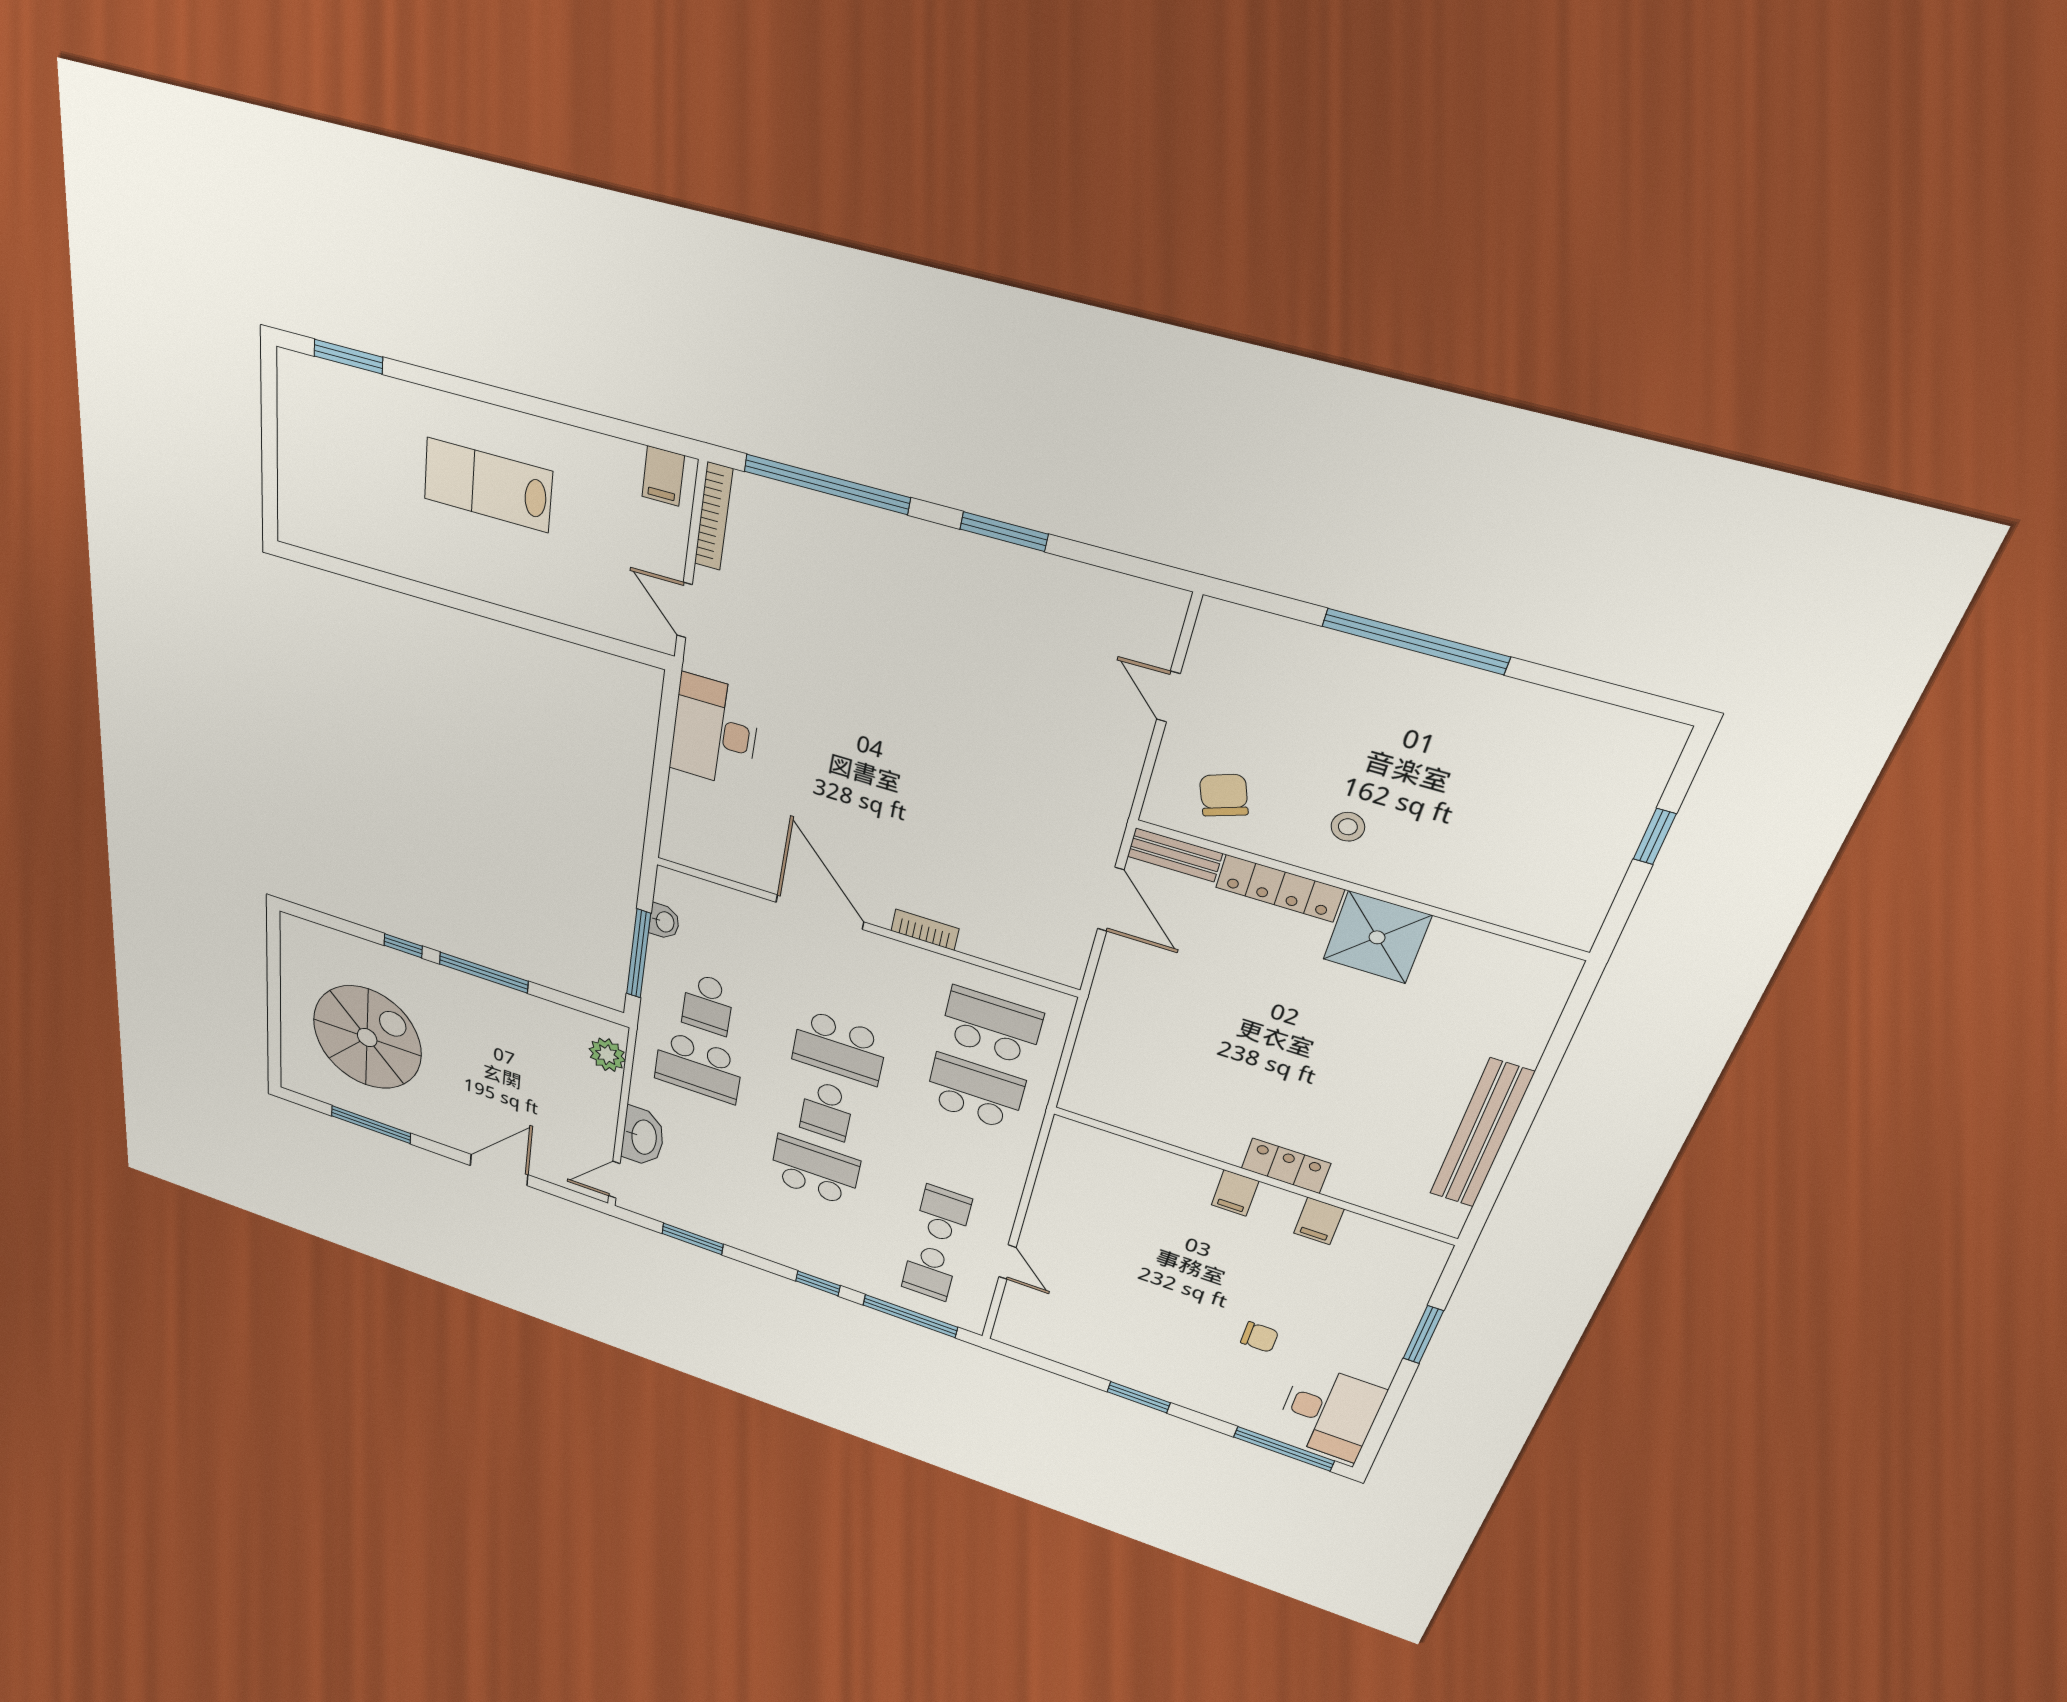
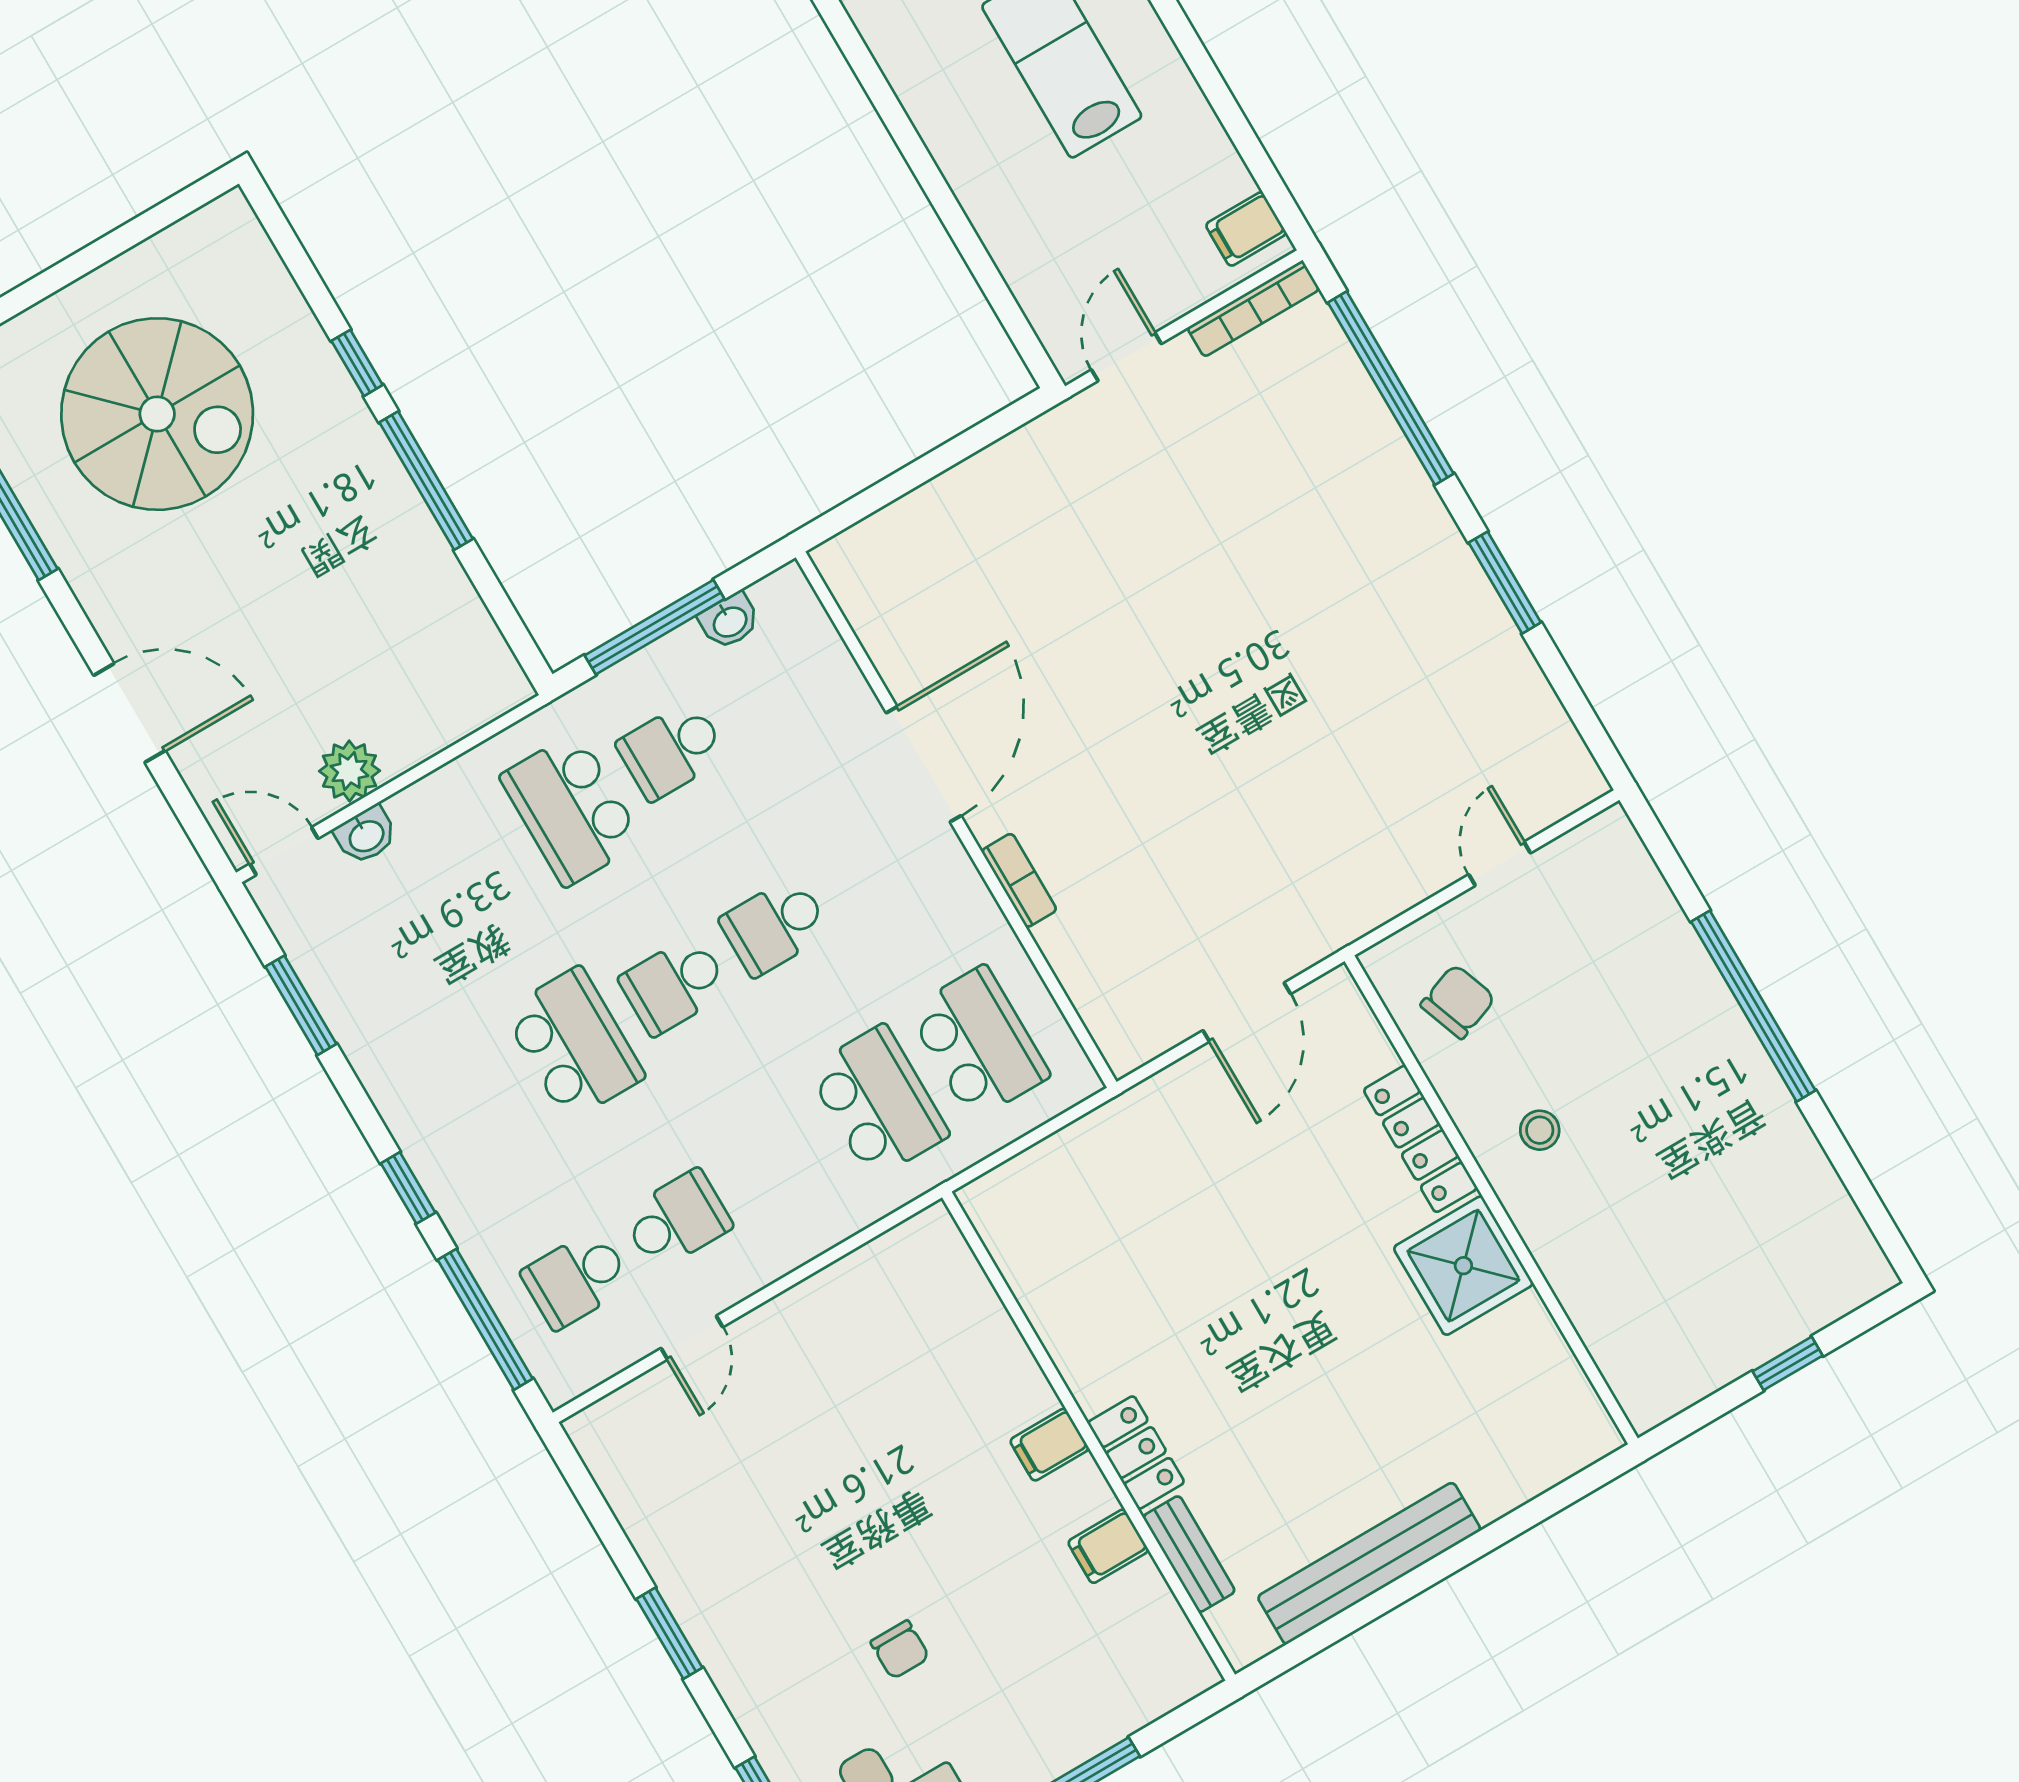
desk: (715, 731) -> (1022, 491), removed
bench: (1175, 855) -> (1189, 1554), moved
school desk: (839, 1047) -> (775, 926), width x0.54
plant: (607, 1055) -> (349, 771), moved
washbasin: (643, 1137) -> (366, 835), width x0.52, depth x0.69

